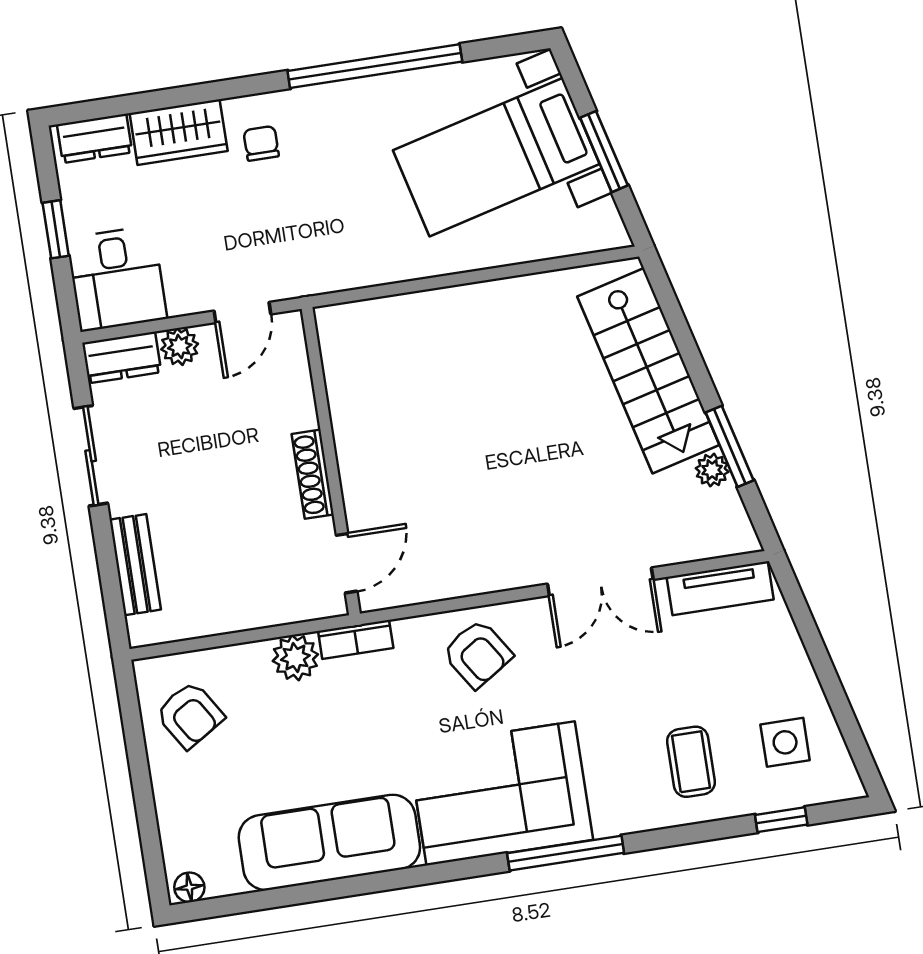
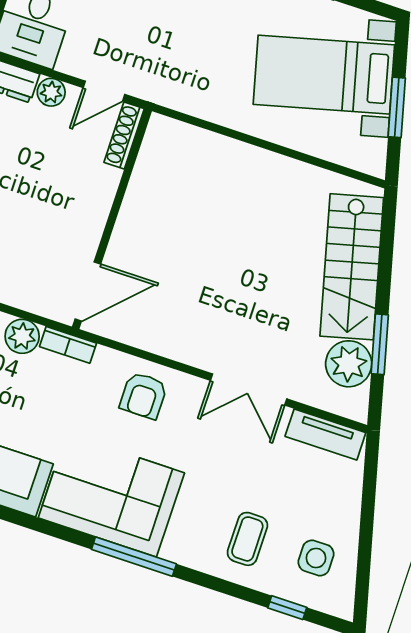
plant: (712, 470) -> (349, 364), width x1.88, depth x1.88
shoe rack: (313, 474) -> (124, 135), moved
door: (347, 563) -> (88, 291), width x1.37
armchair: (478, 654) -> (143, 396), turned 33

